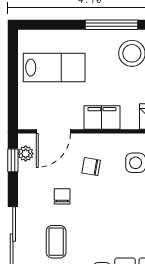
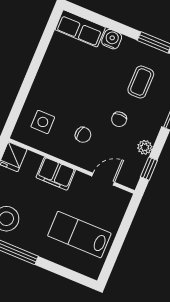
door: (53, 131) -> (103, 179), width x0.73
plant: (26, 154) -> (145, 147), moved

